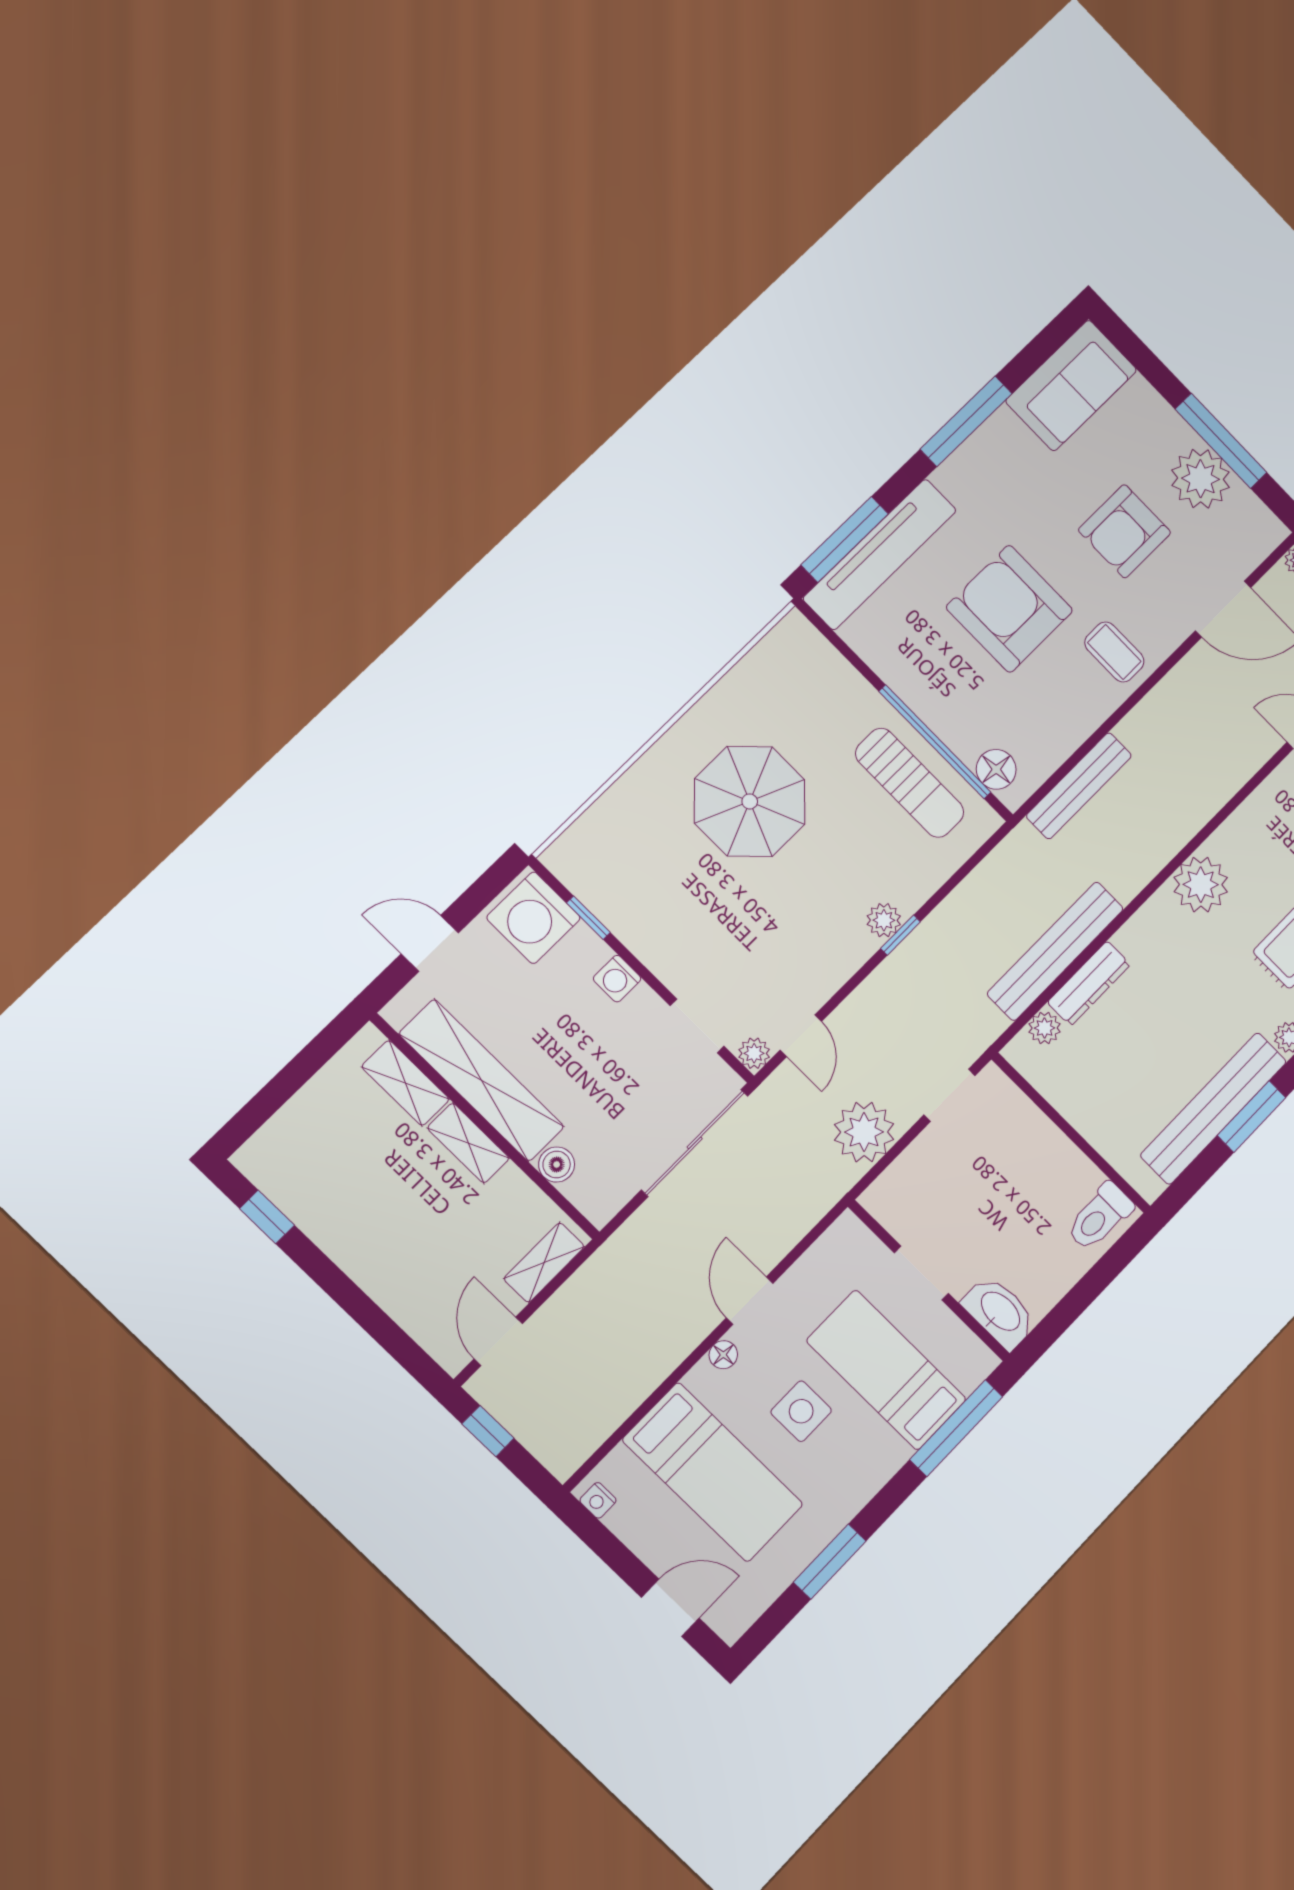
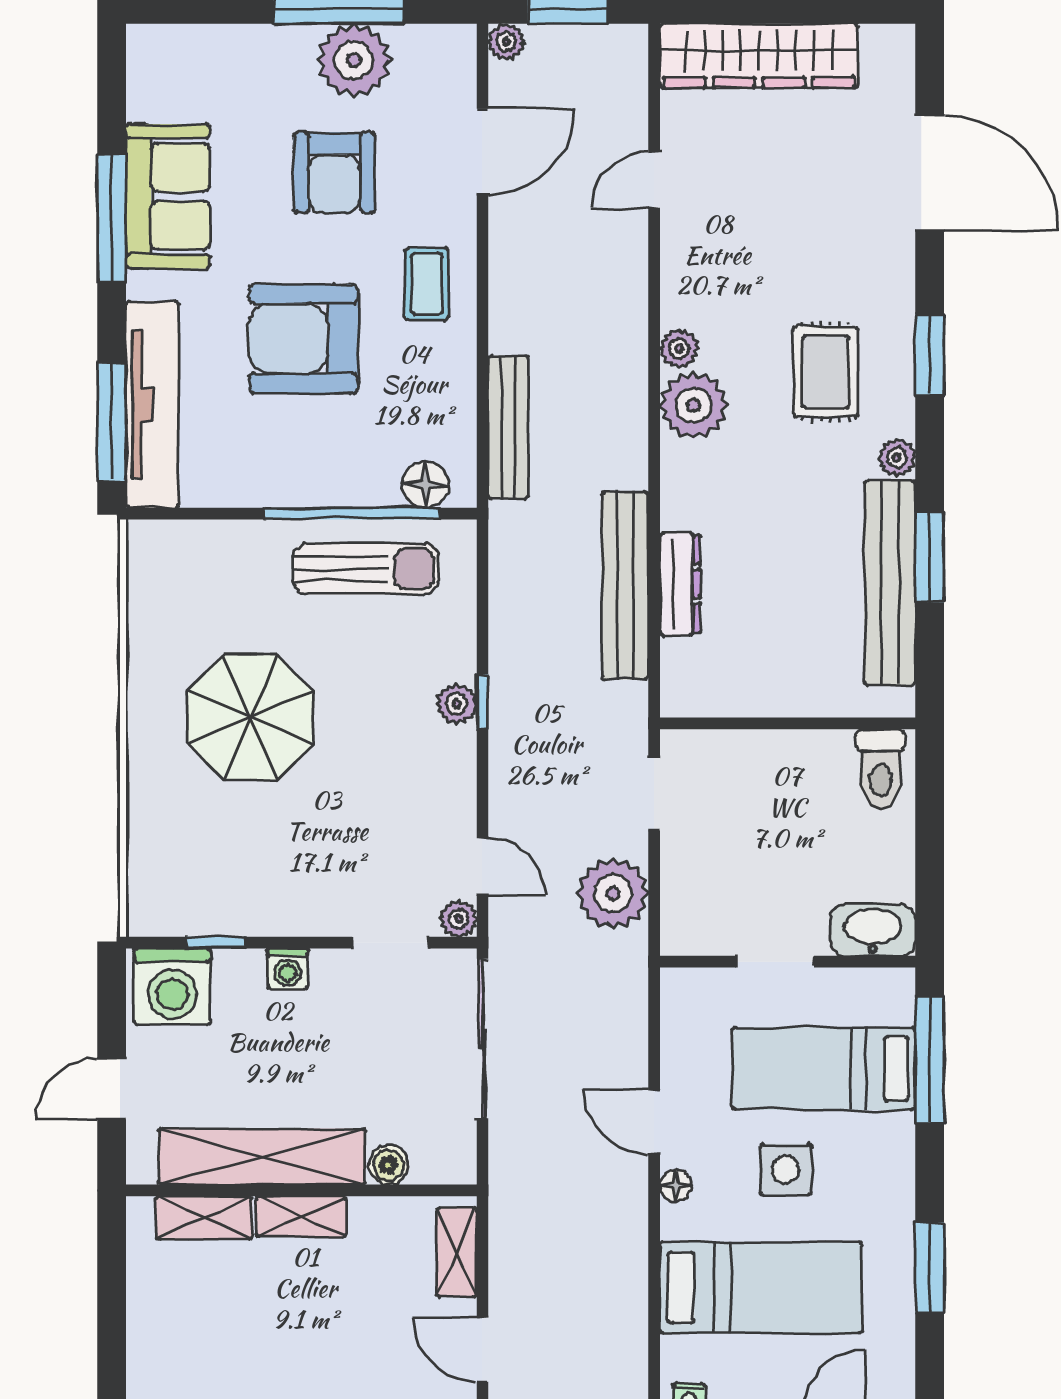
sofa: (1071, 385) -> (168, 196), moved
coffee table: (1114, 652) -> (427, 284), turned 90
plant: (1045, 1028) -> (679, 348), moved

